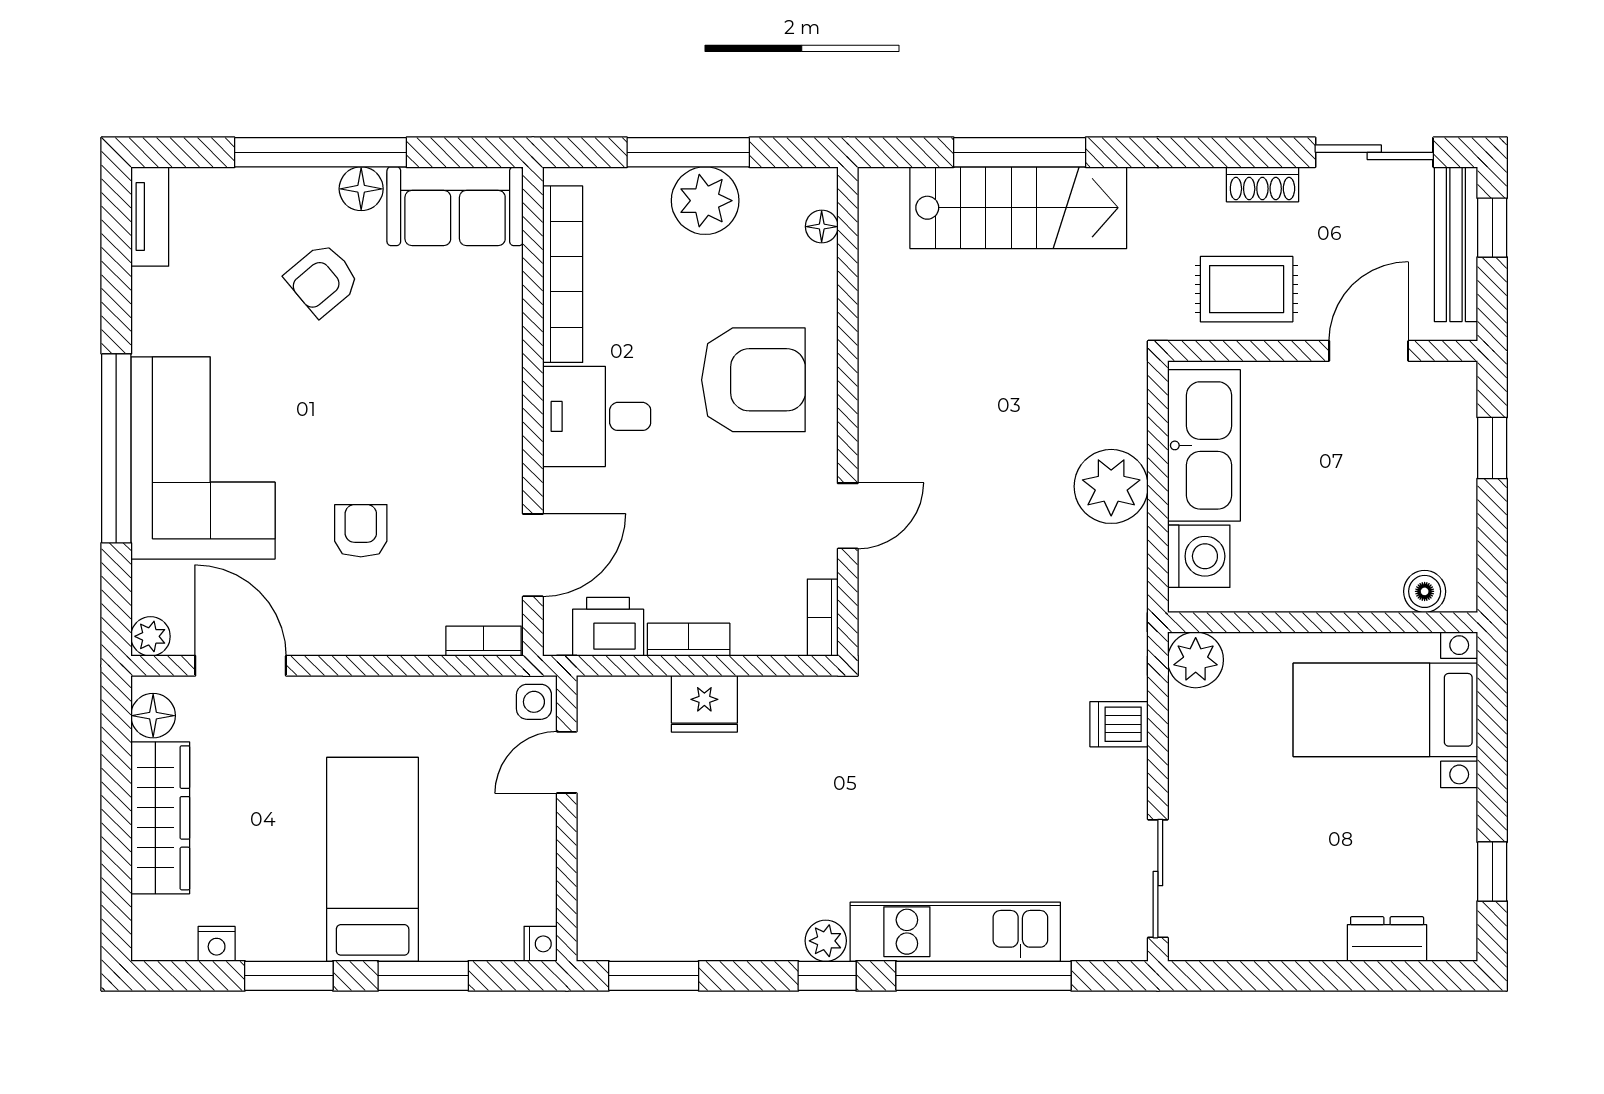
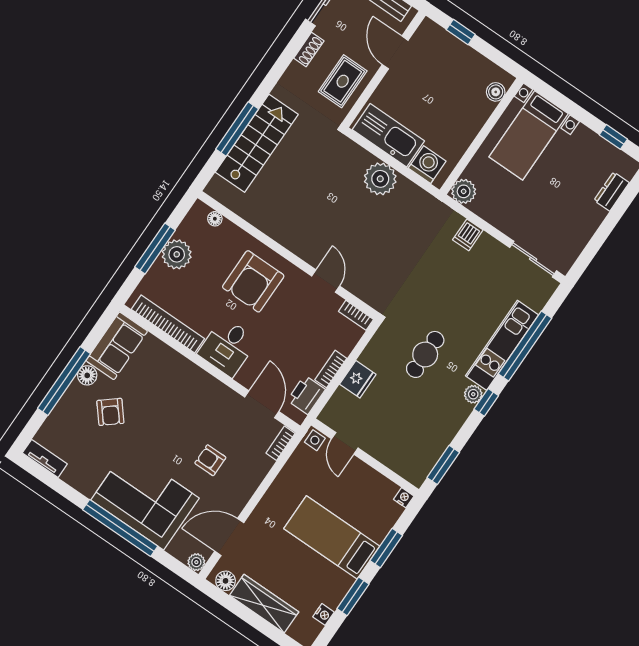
armchair: (753, 380) -> (253, 281), turned 180
cafe table: (838, 799) -> (425, 354), added

